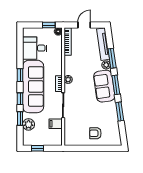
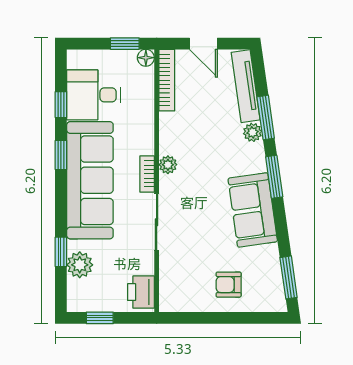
door: (84, 25) -> (203, 44), swing flipped
sofa: (104, 86) -> (253, 210), moved
window: (20, 99) -> (61, 105), moved
window: (120, 112) -> (289, 277), moved
filing cabinet: (56, 124) -> (140, 263), removed
printer: (56, 137) -> (141, 292), added

